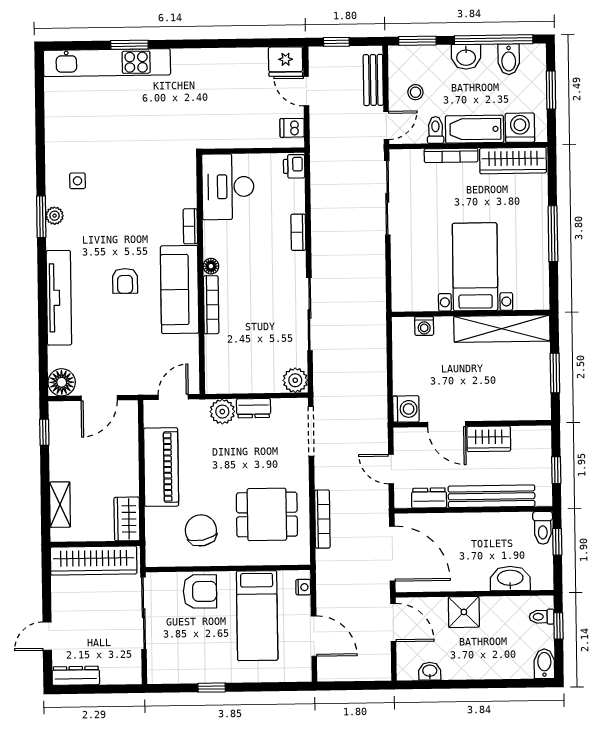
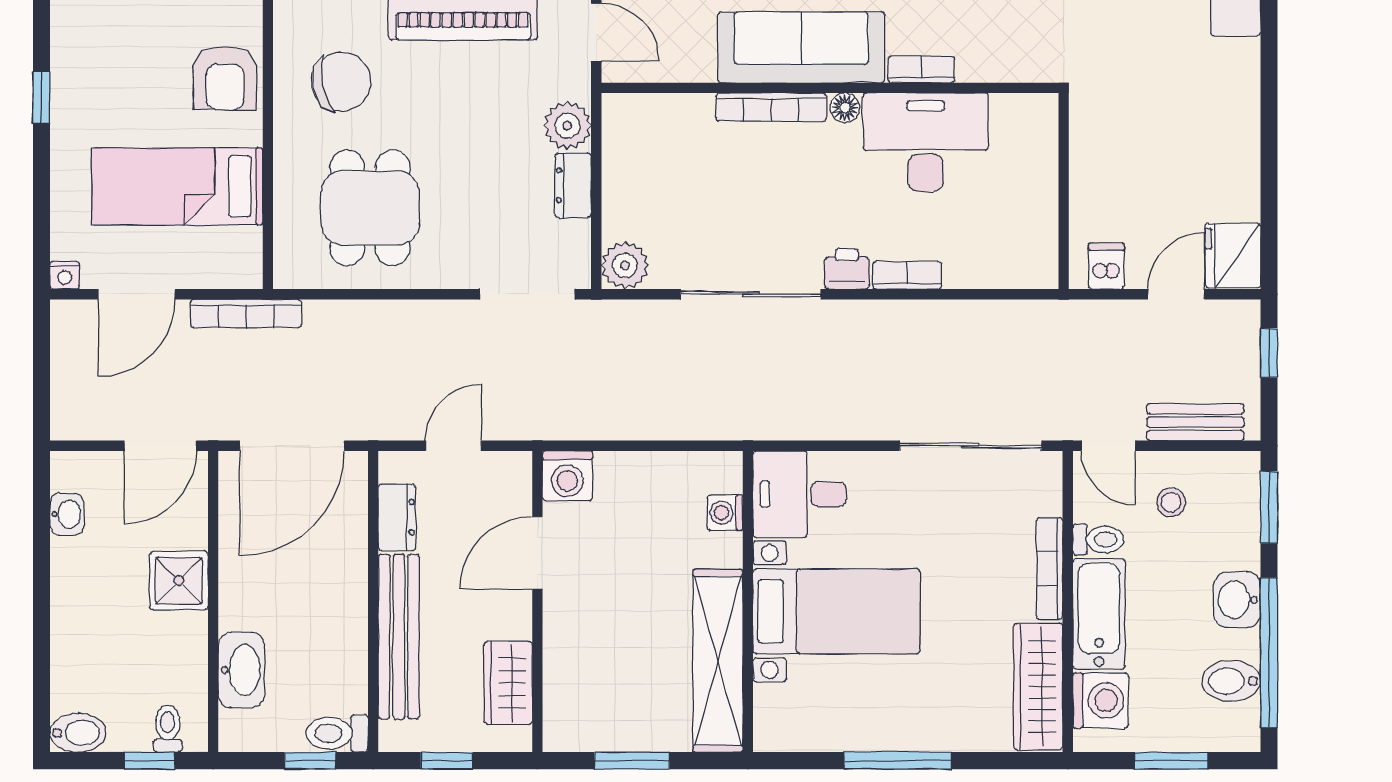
printer: (294, 166) -> (847, 269), moved
desk: (228, 187) -> (926, 142), moved
desk: (414, 287) -> (800, 494), added
wardrobe: (489, 439) -> (508, 683), moved
bookcase: (322, 519) -> (246, 313), moved
nightstand: (303, 587) -> (65, 275), moved

